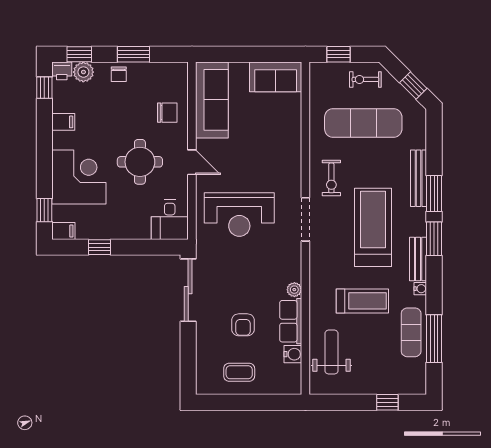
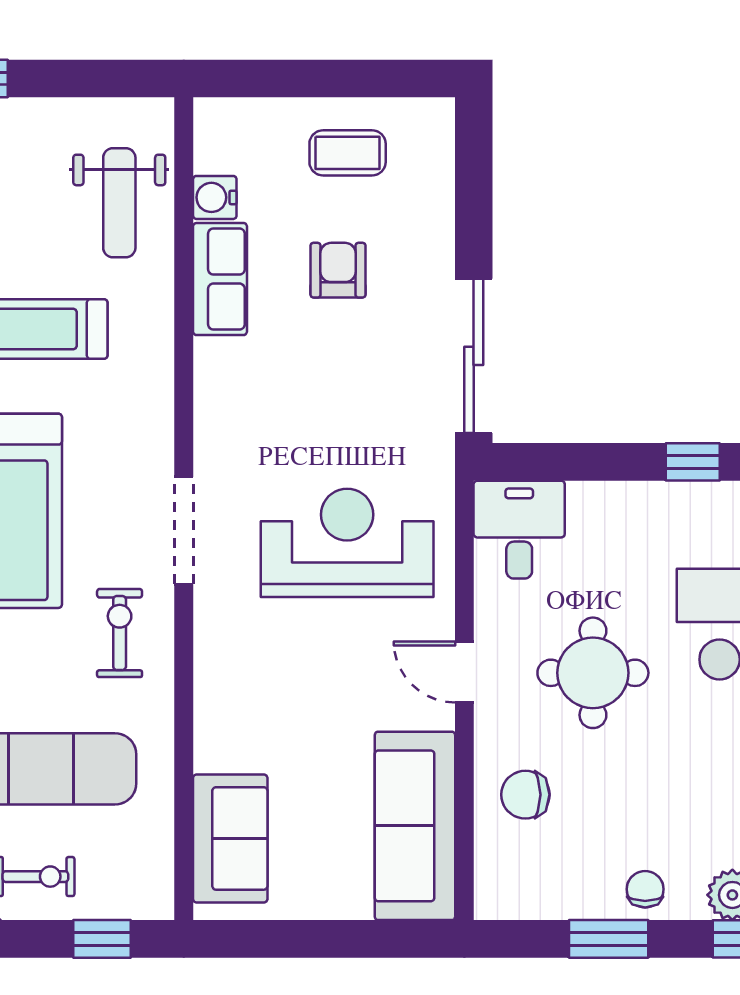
sofa: (276, 77) -> (230, 838), moved, turned 90
plant: (294, 290) -> (211, 357), removed

